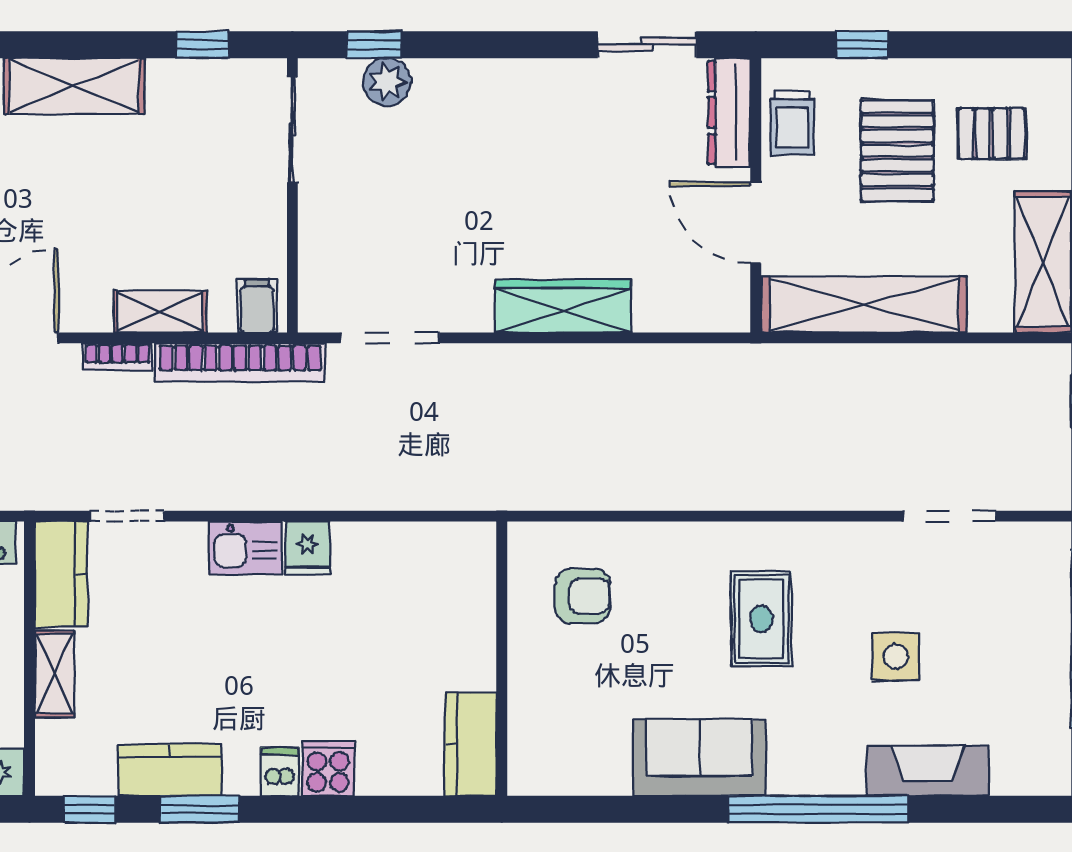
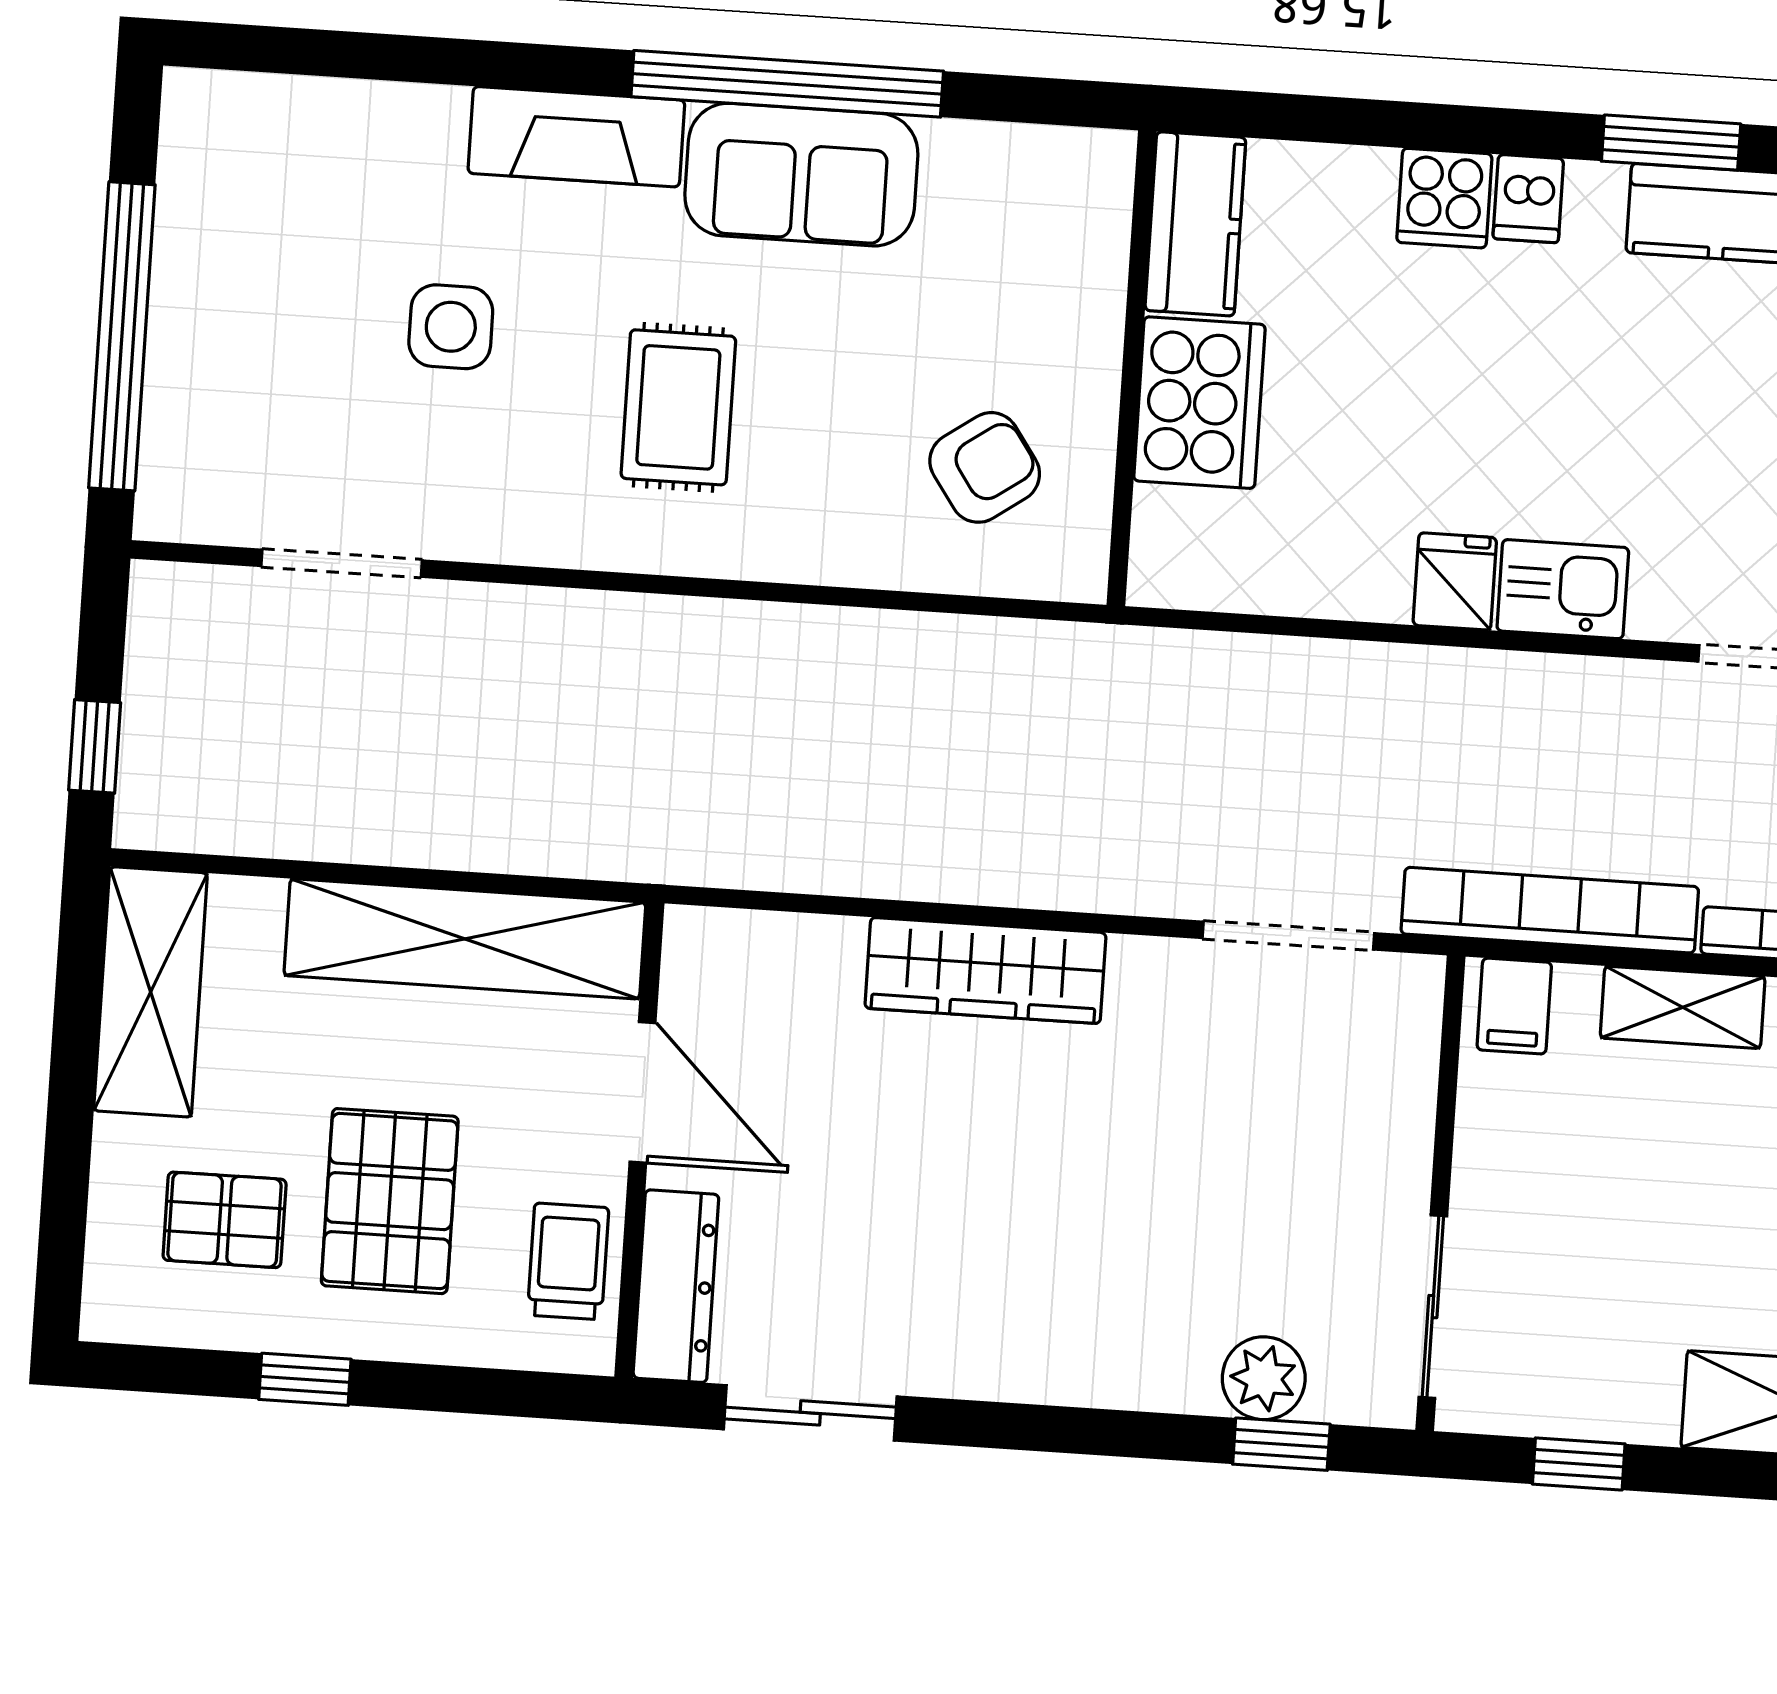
window: (862, 45) -> (305, 1379), moved
armchair: (583, 596) -> (985, 467), turned 145
cooker: (461, 641) -> (1199, 403), added
fireplace: (928, 771) -> (576, 137), moved
window: (818, 809) -> (787, 84), moved

